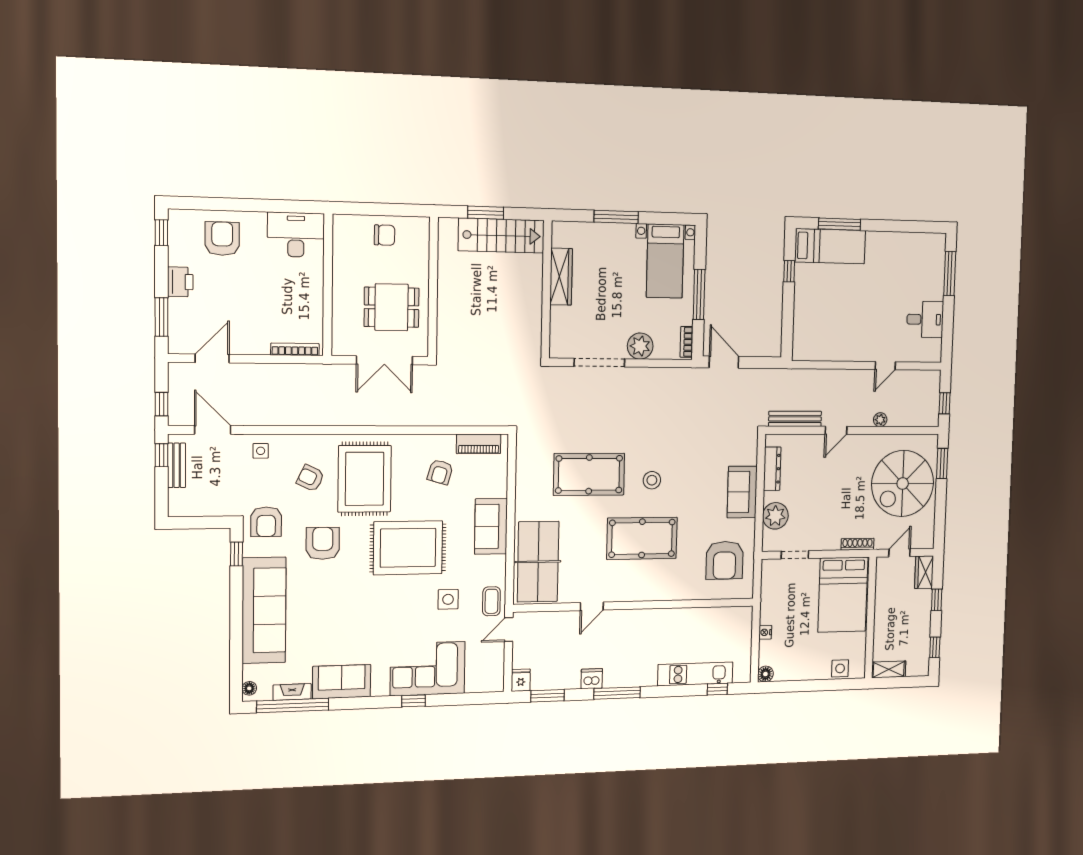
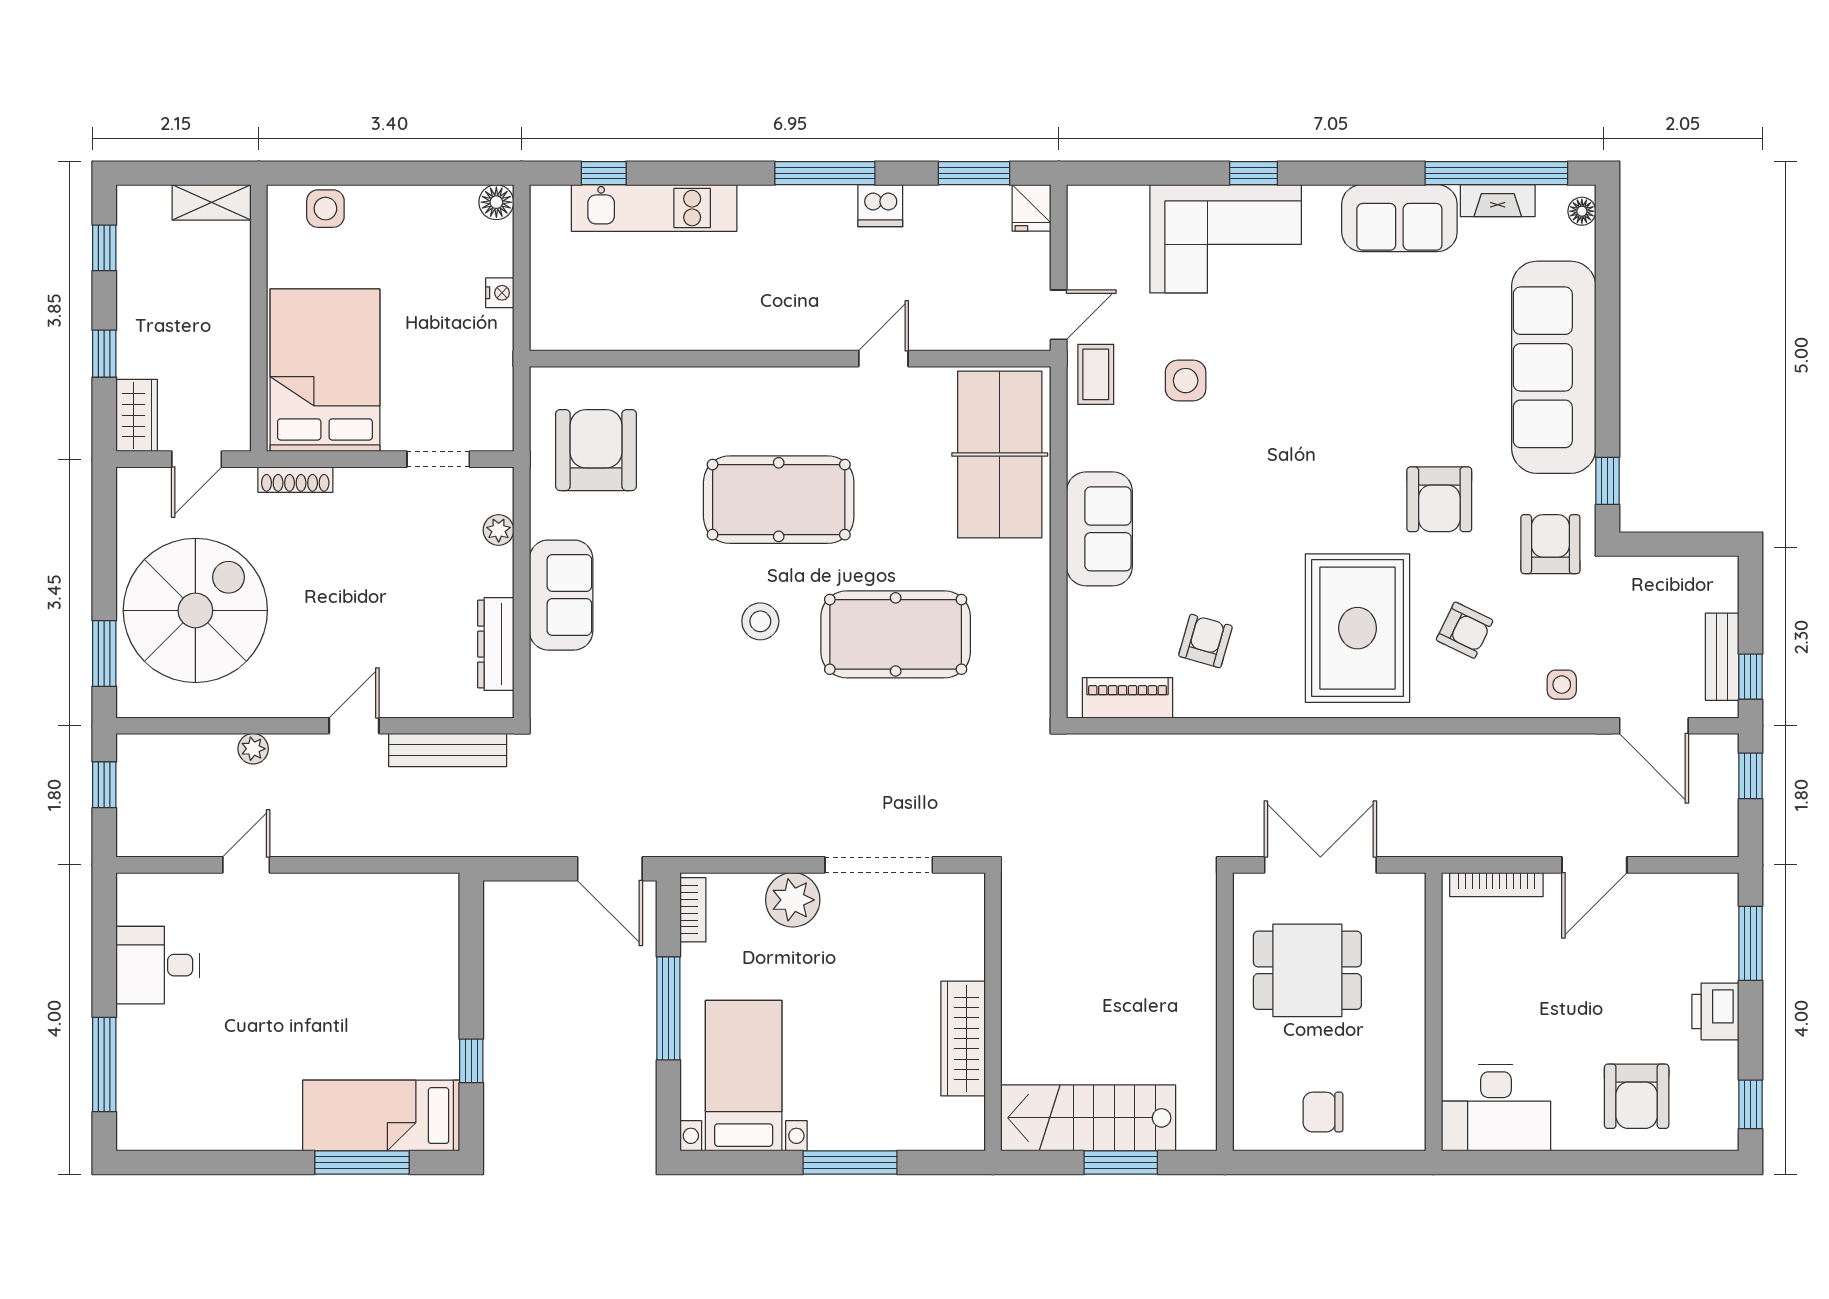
door: (212, 358) -> (1594, 865), moved
plant: (775, 516) -> (499, 530), width x0.53, depth x0.53
rug: (408, 548) -> (1269, 488), removed

